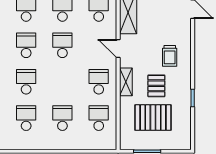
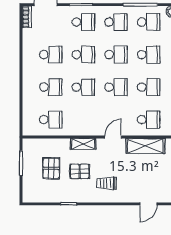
school desk: (99, 82) -> (83, 87), moved
pallet: (153, 118) -> (51, 168), width x0.67, depth x0.71

